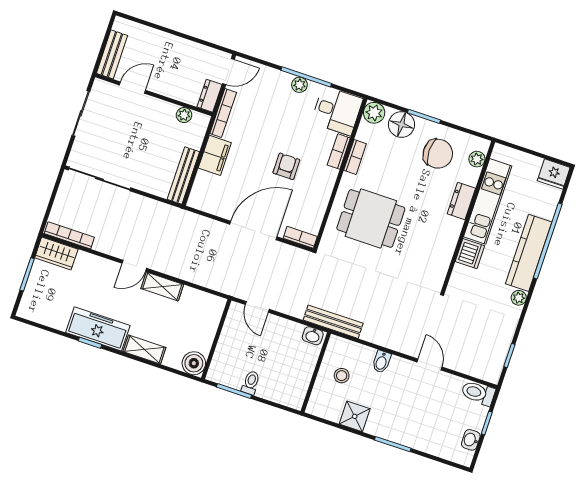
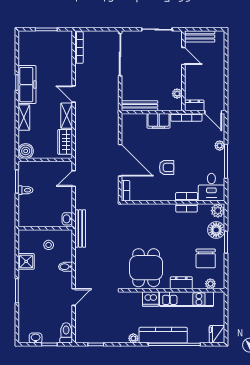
plant: (299, 85) -> (220, 146), moved
dining table: (371, 219) -> (146, 268), moved
wardrobe: (56, 253) -> (65, 142), moved

